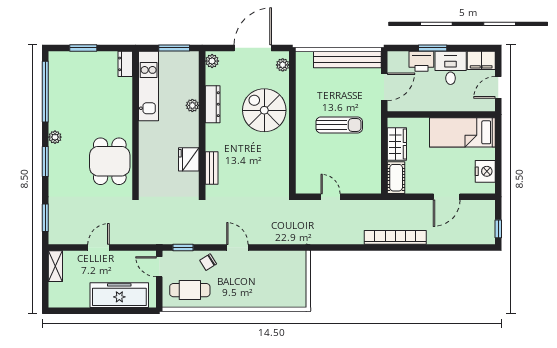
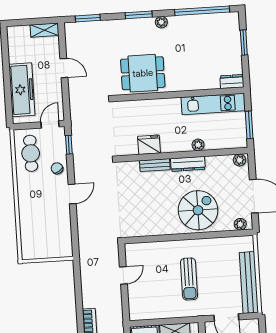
dresser: (213, 104) -> (188, 164), moved
bench: (212, 168) -> (155, 165), moved

